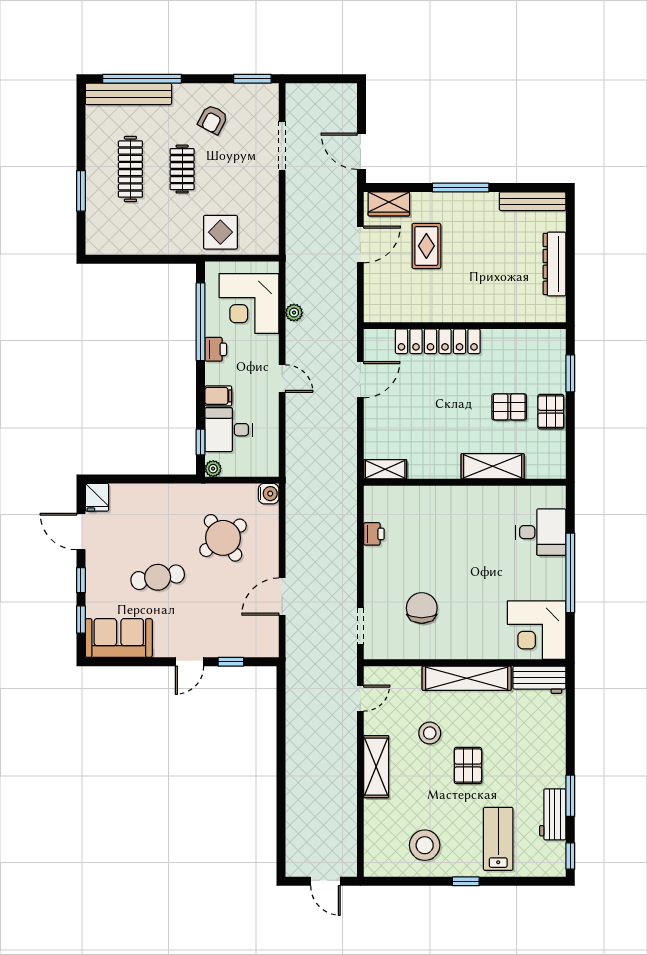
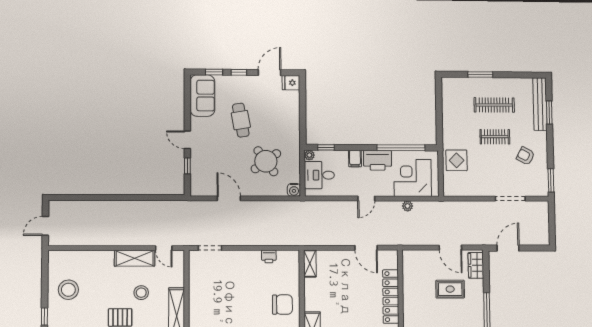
window: (142, 79) -> (549, 112), width x0.47
printer: (216, 349) -> (378, 160), width x1.87, depth x1.48
desk: (229, 430) -> (319, 175), moved, turned -90
chair: (422, 608) -> (282, 305), moved
shelving: (376, 767) -> (135, 258), moved

